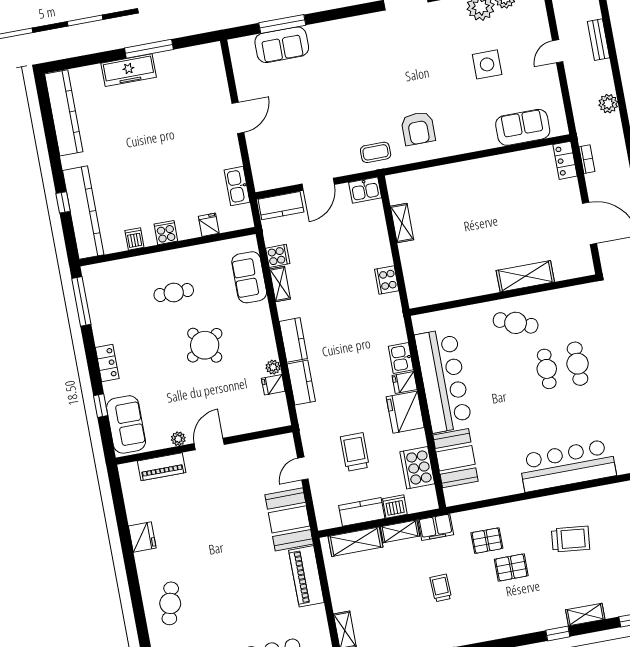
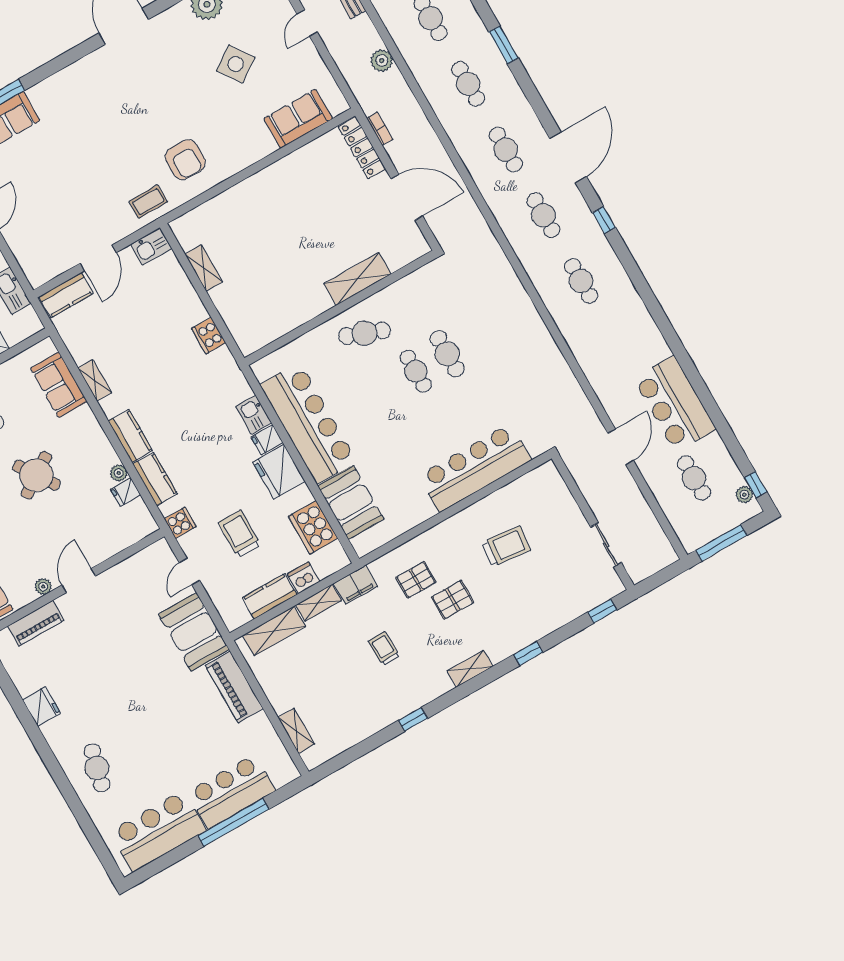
side table: (487, 64) -> (236, 64), turned -35
locker: (565, 160) -> (362, 148), width x1.53
cooker: (278, 256) -> (180, 523), moved
shelving: (585, 614) -> (470, 669), moved

